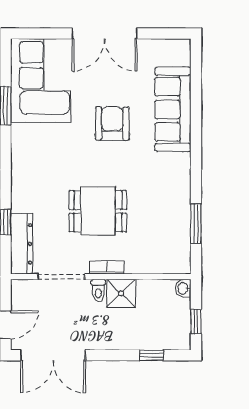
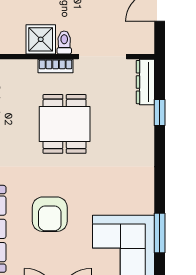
dining table: (98, 211) -> (65, 124), turned 90
dresser: (22, 244) -> (145, 82), width x0.73, depth x0.80

